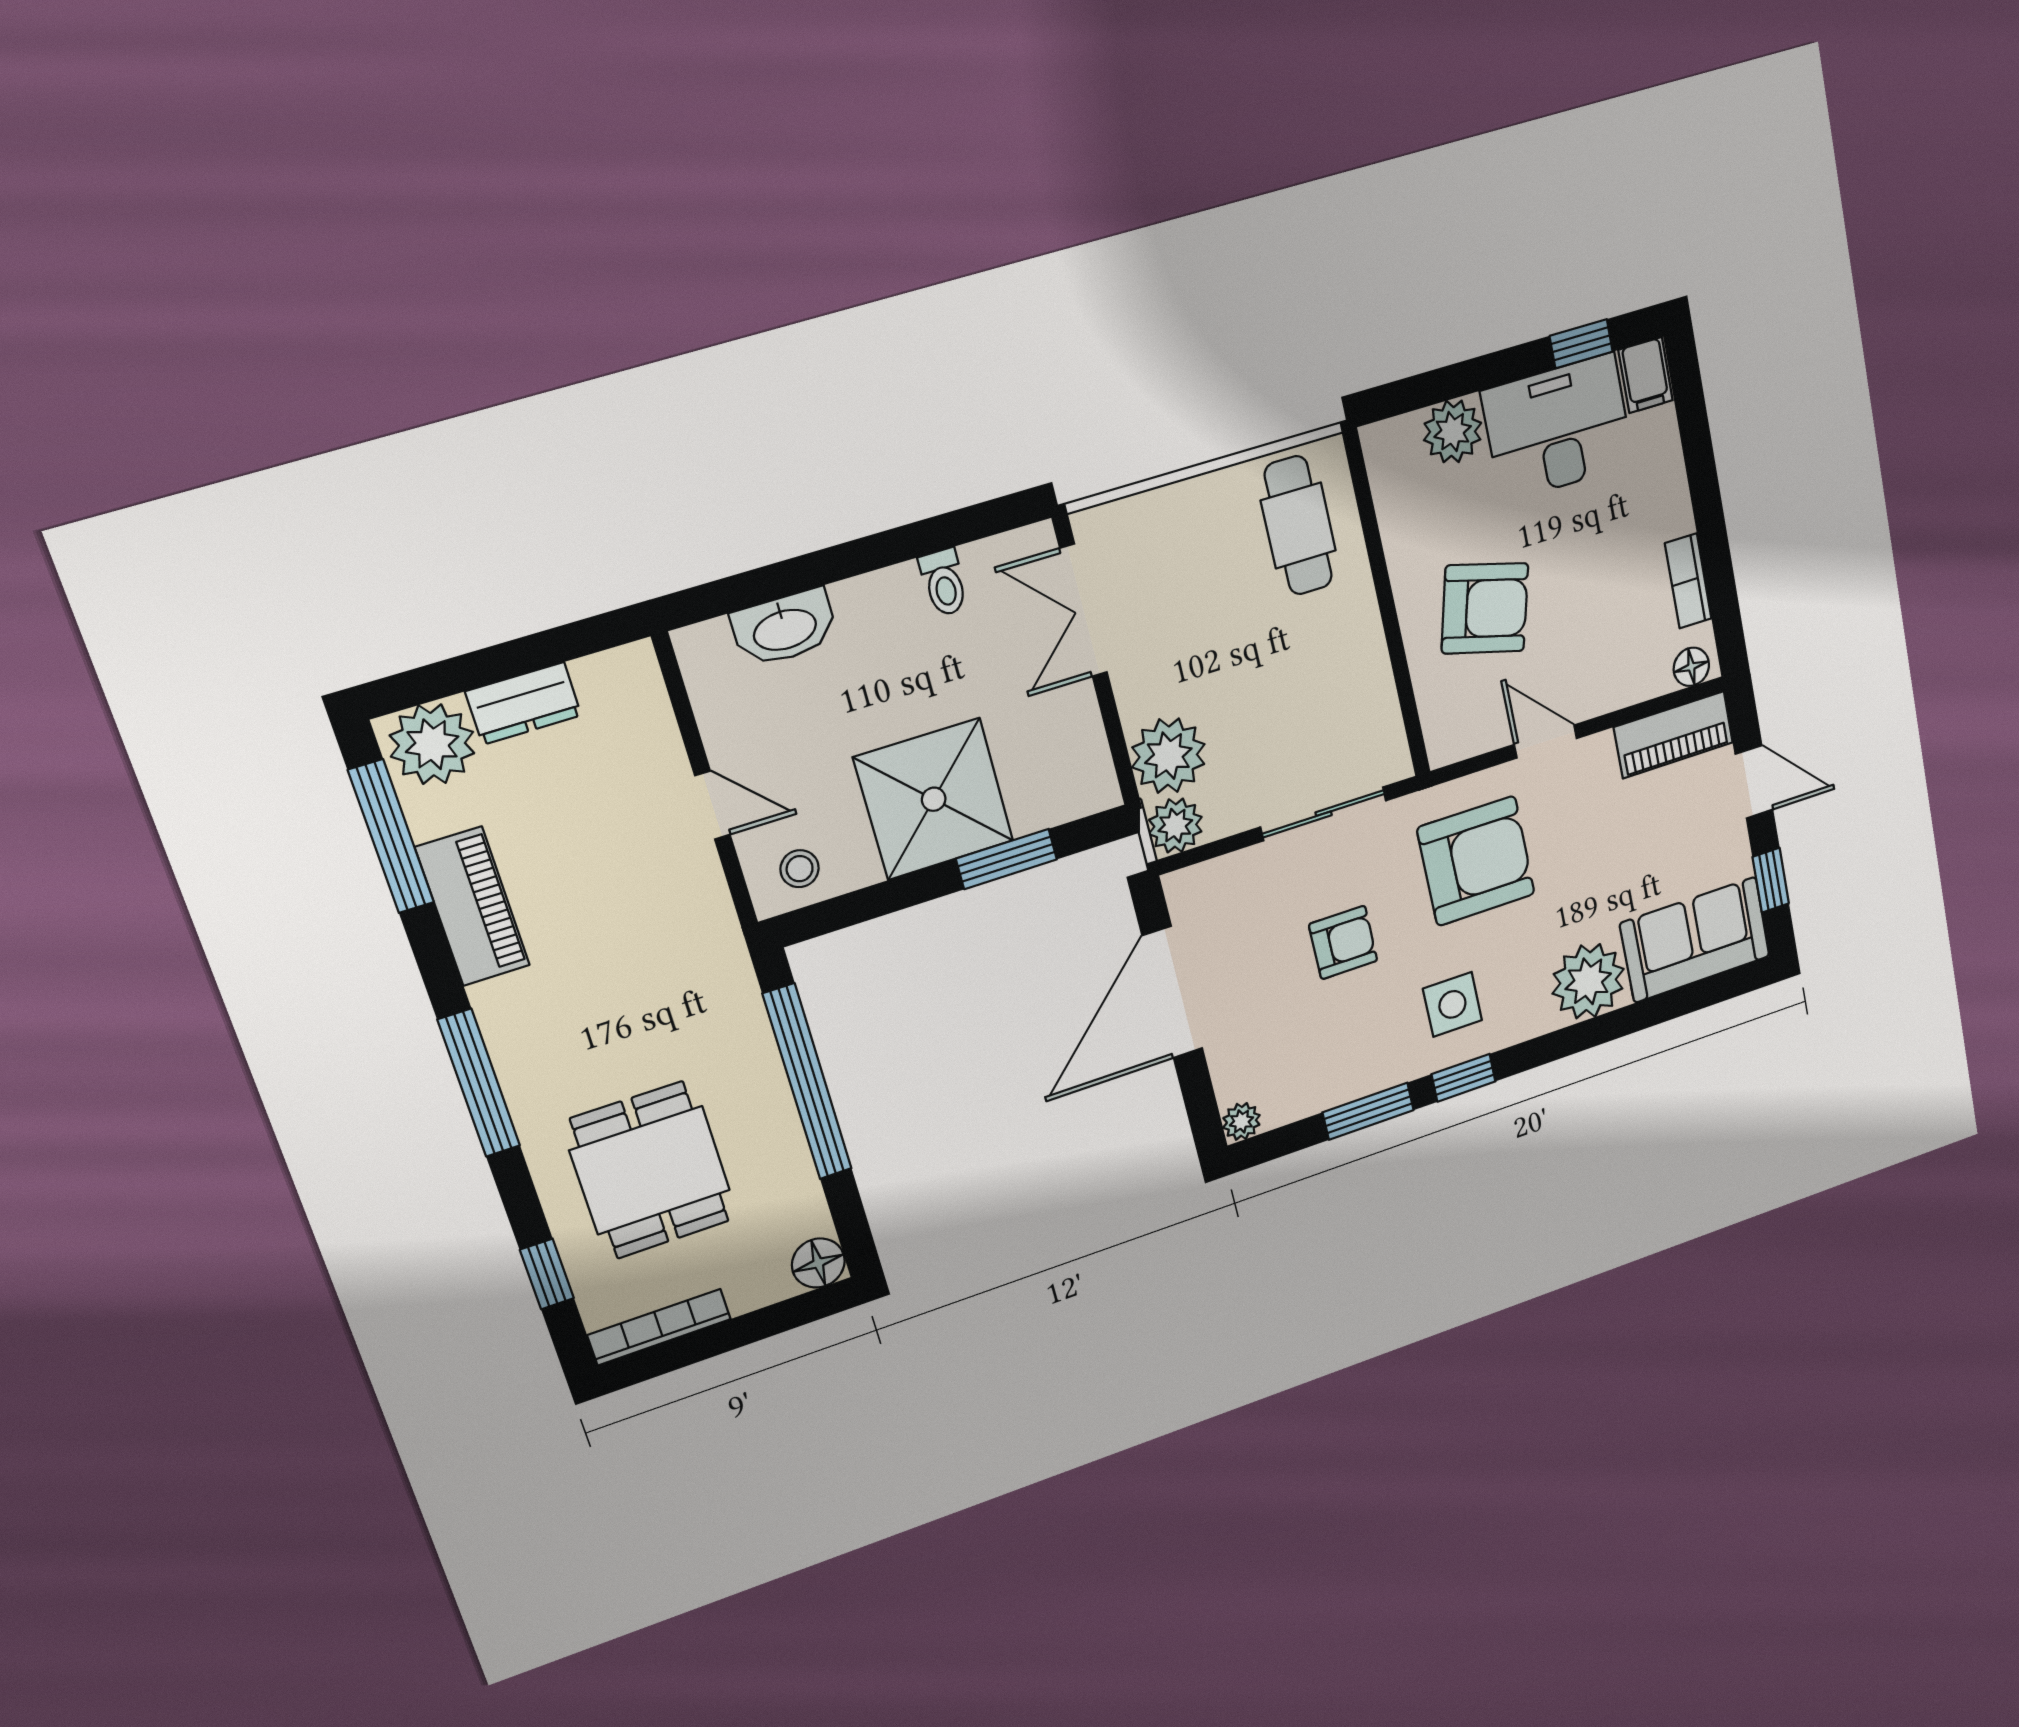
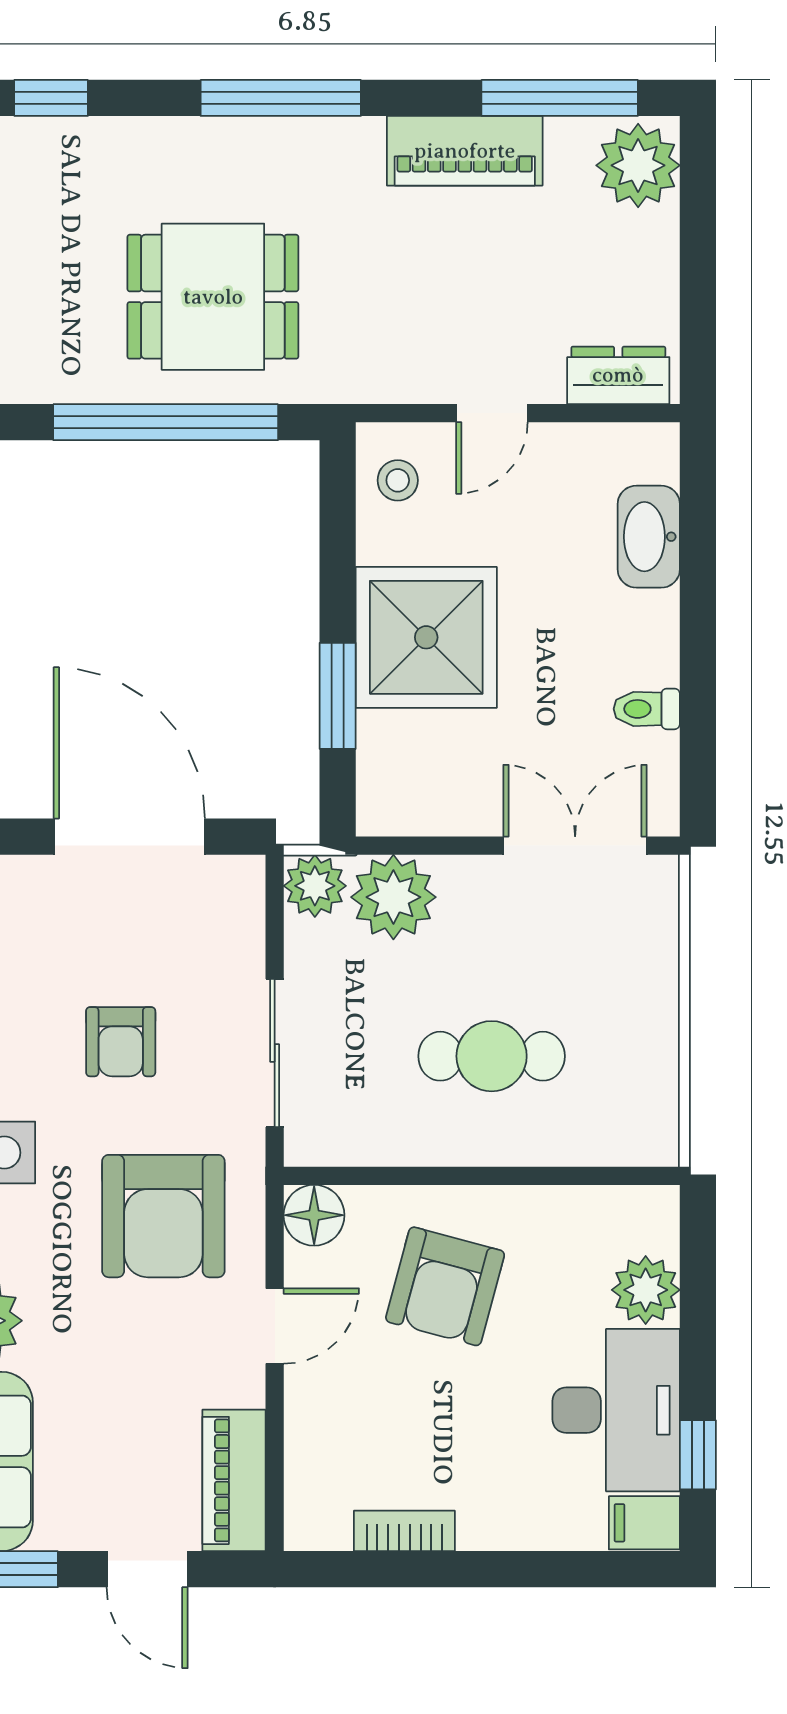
cafe table: (1298, 526) -> (492, 1056), moved
floor lamp: (1691, 667) -> (314, 1215), moved, width x1.37, depth x1.37
dresser: (523, 703) -> (618, 375), moved, turned 90
door: (1754, 782) -> (147, 1569), hinge flipped
dining table: (650, 1170) -> (213, 297), moved

